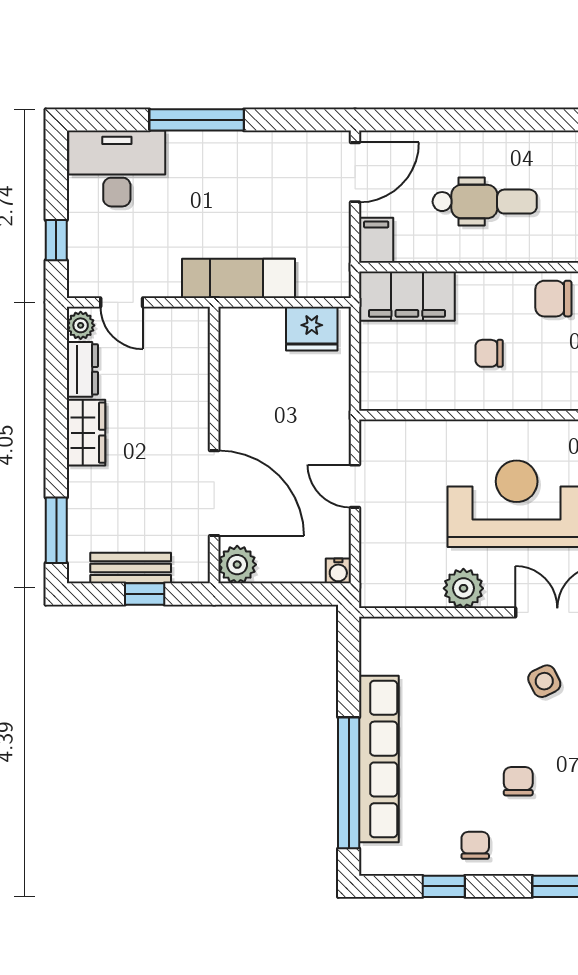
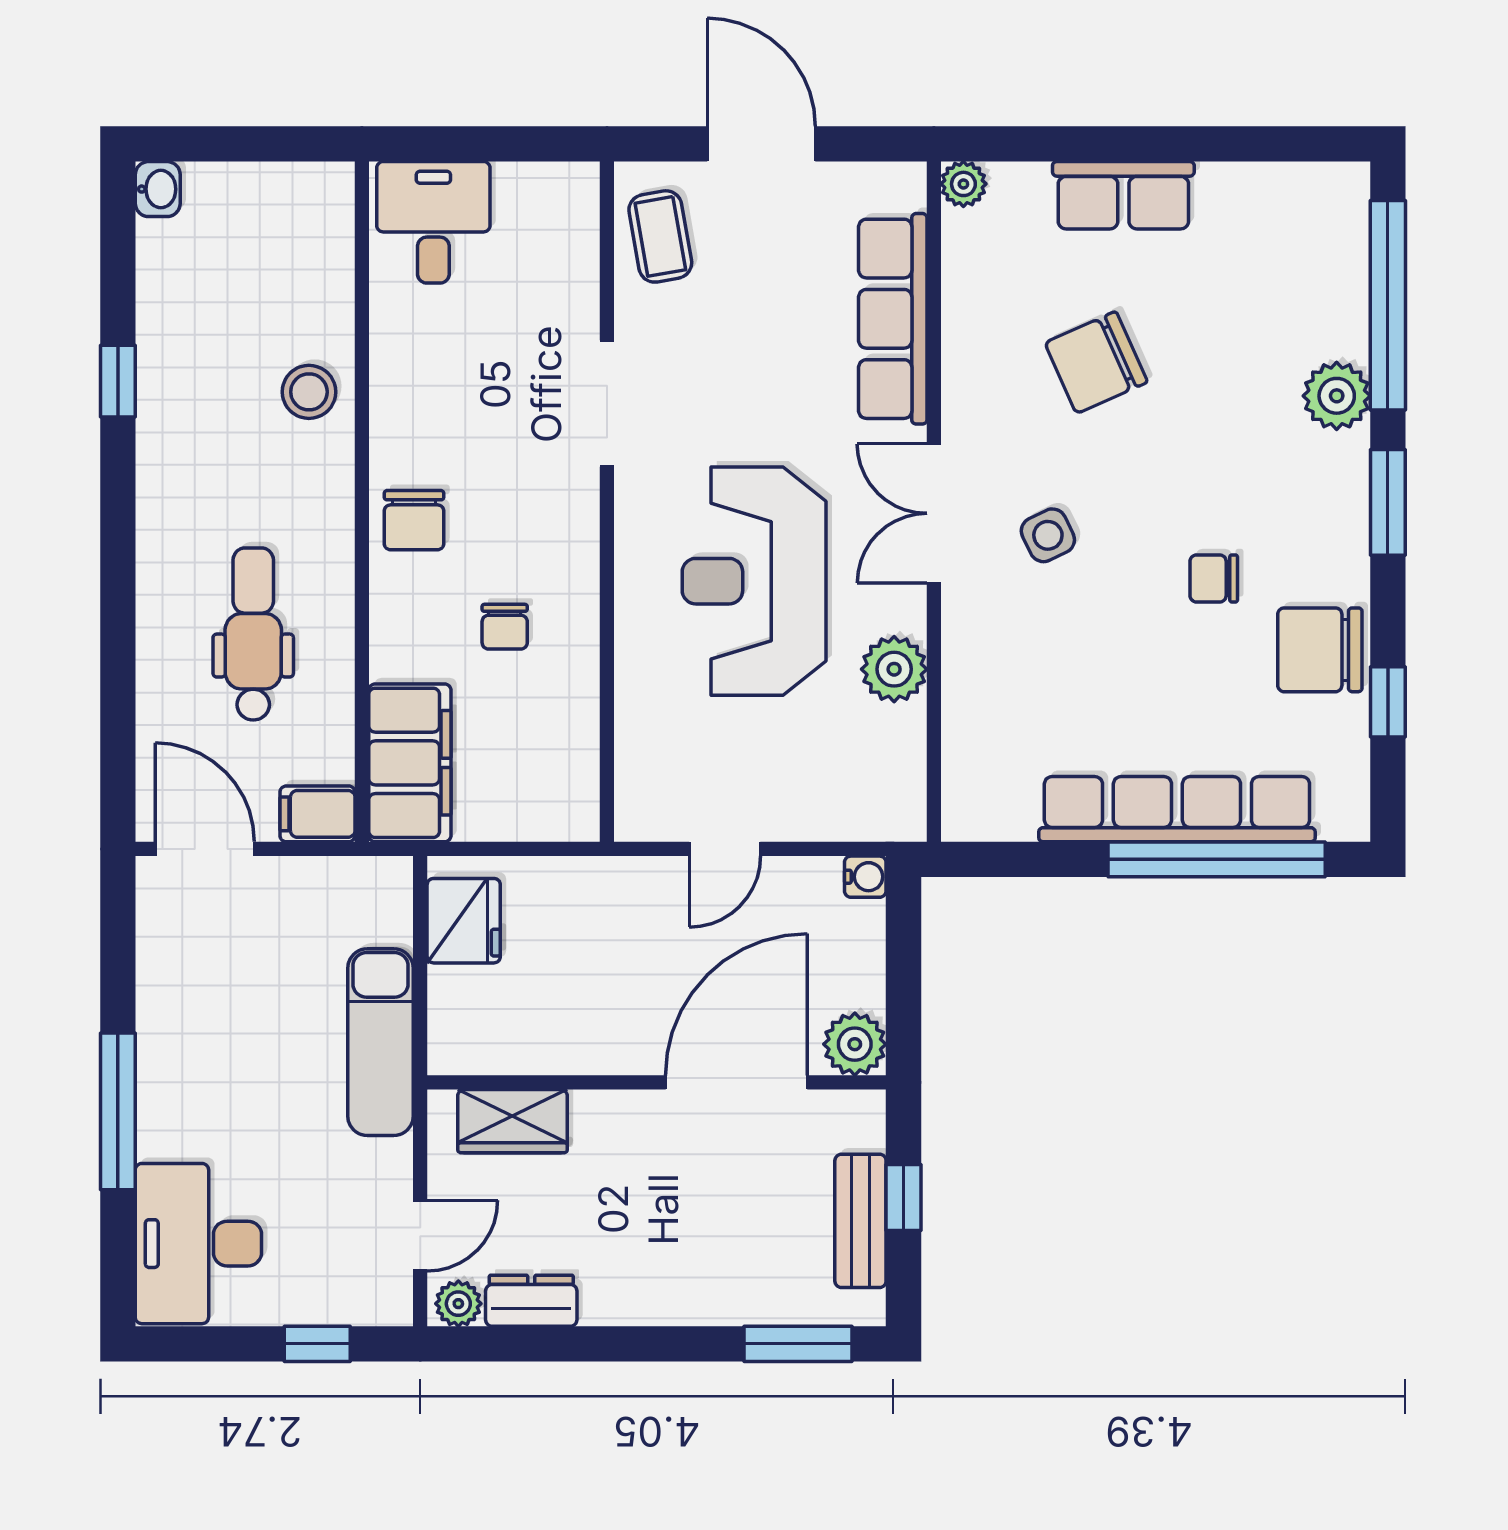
wardrobe: (86, 433) -> (513, 1121), moved, turned 180
chair: (475, 845) -> (1320, 650), width x1.87, depth x1.87

